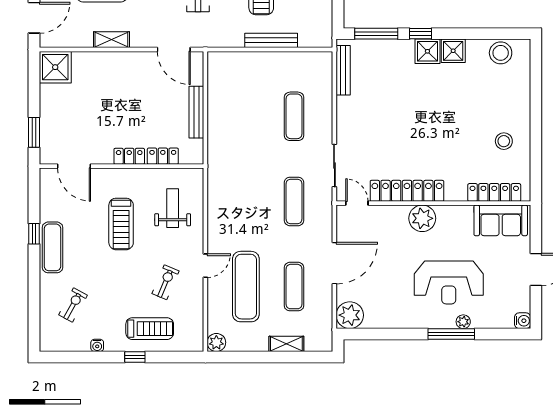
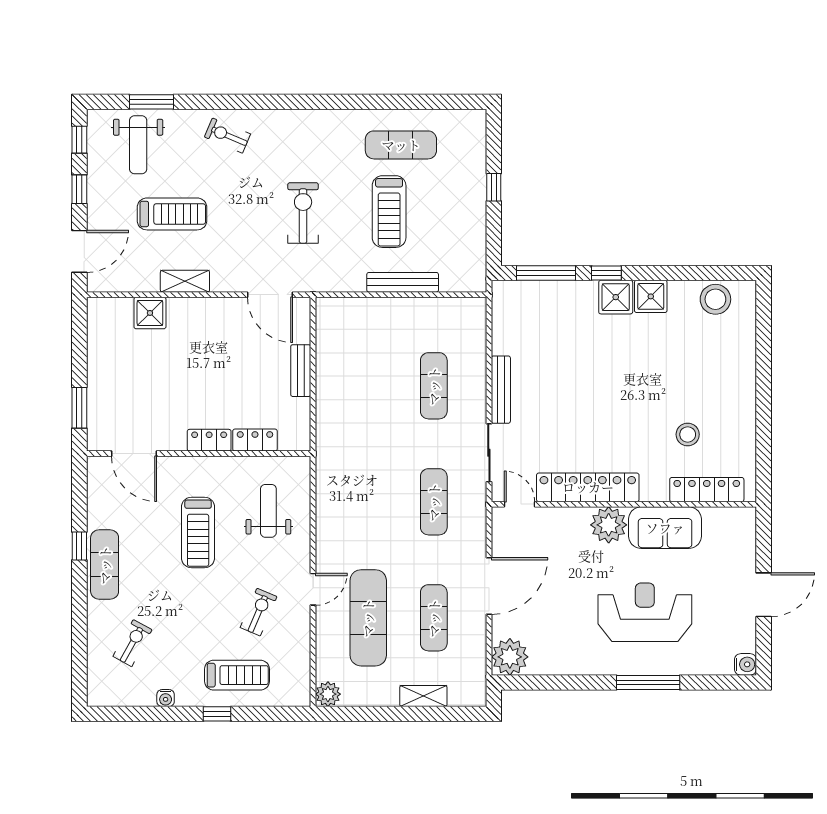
shower: (55, 67) -> (150, 313), moved, width x0.73, depth x0.73
bench: (343, 70) -> (501, 390), moved
bench: (196, 112) -> (301, 371), width x0.73
stool: (504, 141) -> (688, 434), moved
sofa: (501, 220) -> (665, 528), moved
reception desk: (449, 282) -> (645, 612), turned 180
plant: (463, 322) -> (664, 666), removed

